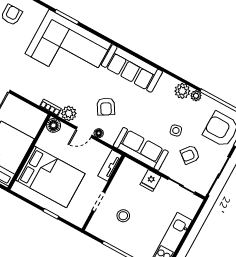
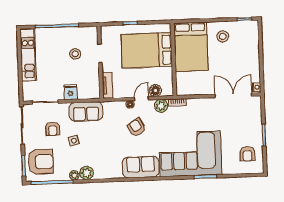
sofa: (132, 68) -> (141, 167), width x0.73
floor lamp: (53, 125) -> (155, 91), moved
sofa: (141, 149) -> (86, 112), width x0.73
armchair: (190, 155) -> (53, 129), turned 141

